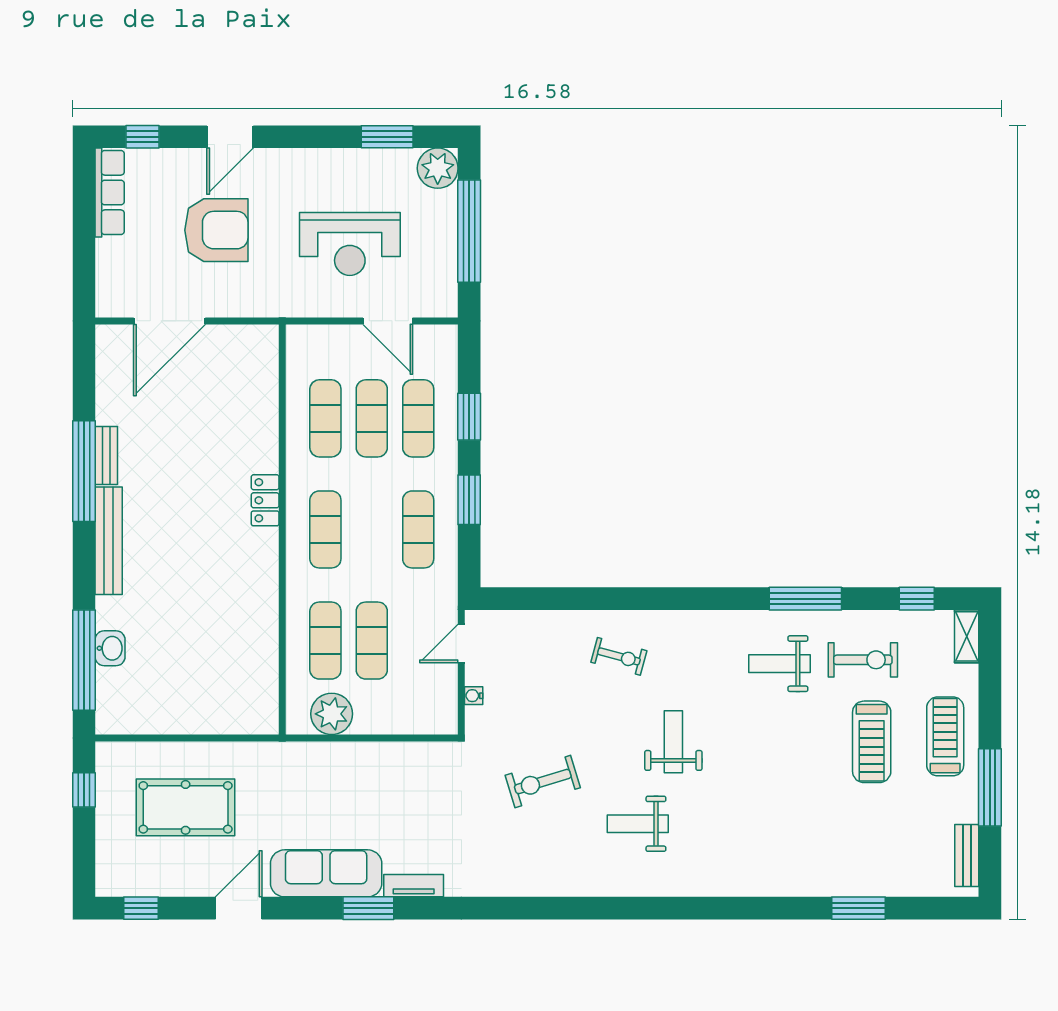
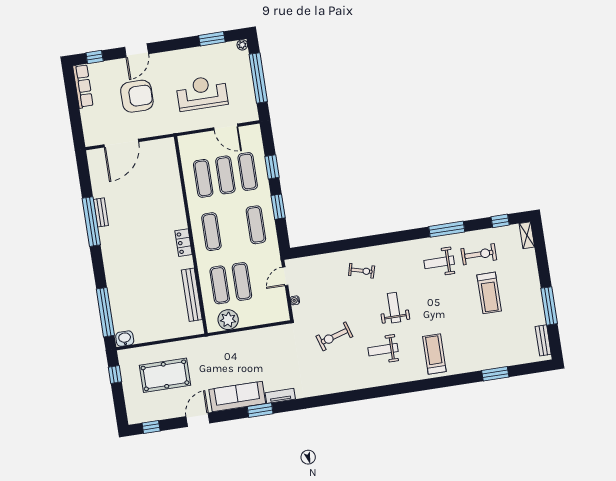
plant: (438, 168) -> (242, 45), width x0.53, depth x0.53
reception desk: (350, 244) -> (202, 93), turned 180
locker: (265, 500) -> (184, 243), moved
bench: (109, 541) -> (192, 295), moved
washbasin: (110, 648) -> (125, 339), moved, turned -90
treadmill: (945, 736) -> (434, 354), moved

